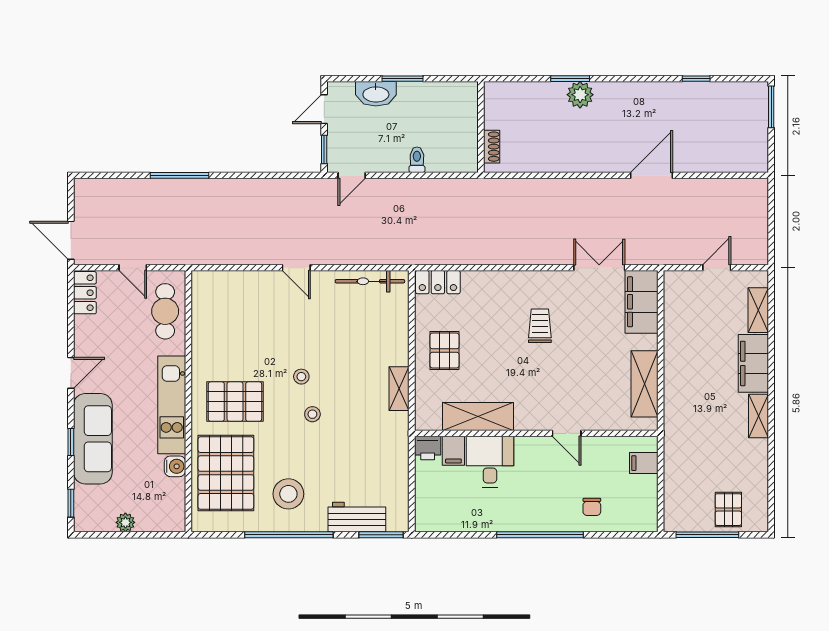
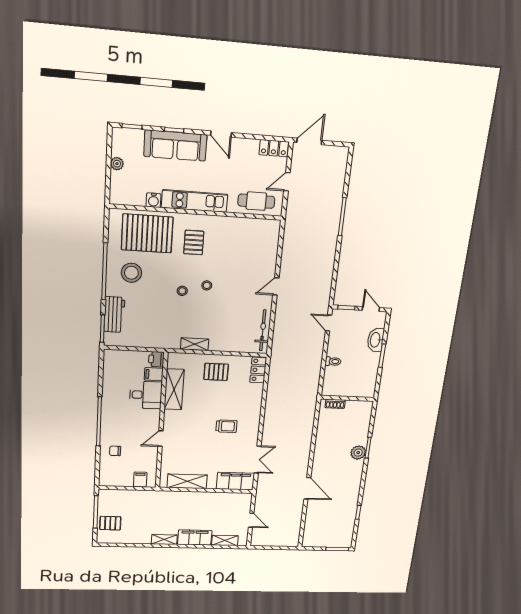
pallet: (235, 402) -> (194, 243), width x0.67, depth x0.71

